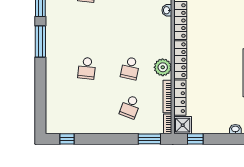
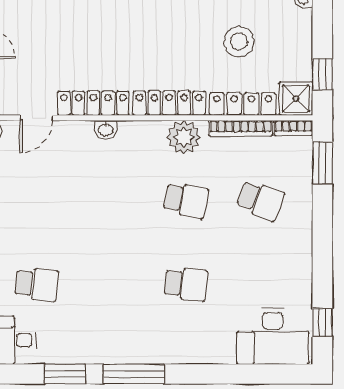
washbasin: (167, 10) -> (106, 129), moved
stool: (212, 96) -> (239, 42), added
desk: (60, 113) -> (273, 336), added

